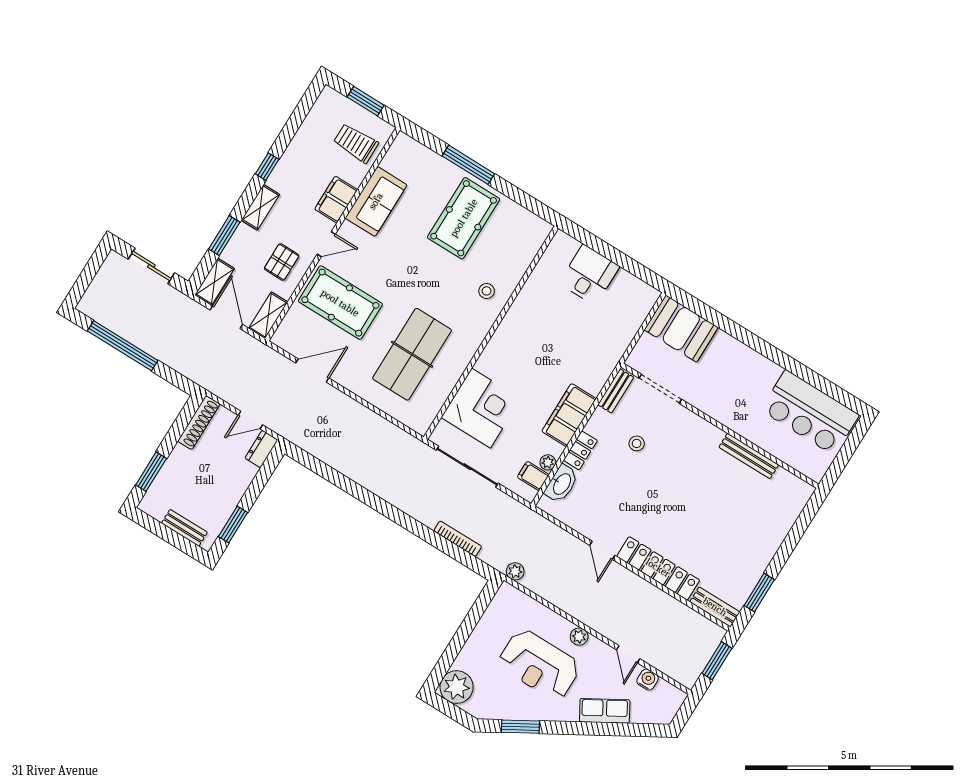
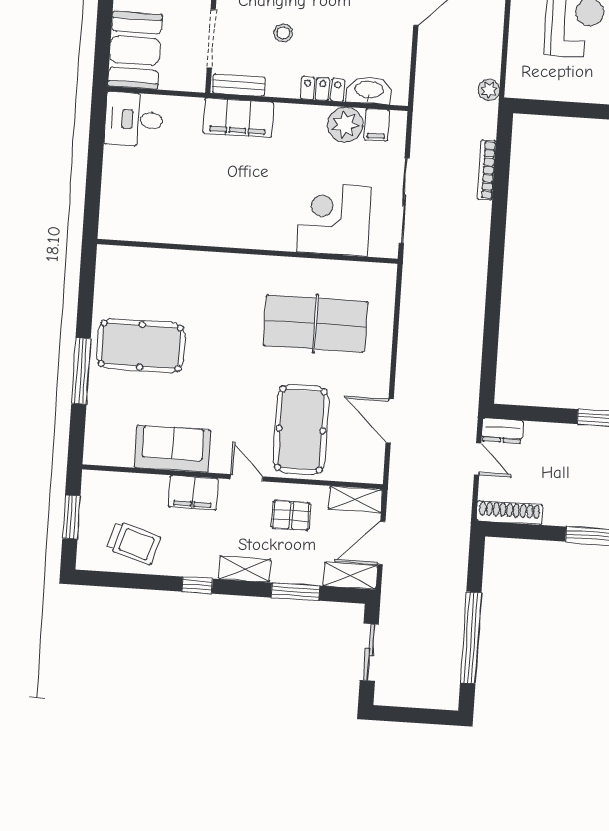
trolley: (356, 143) -> (133, 543), moved, turned -73
desk: (589, 275) -> (134, 119), moved
stool: (487, 291) -> (205, 280), removed
filing cabinet: (569, 415) -> (238, 118), moved
plant: (548, 462) -> (345, 125), width x1.87, depth x1.87

